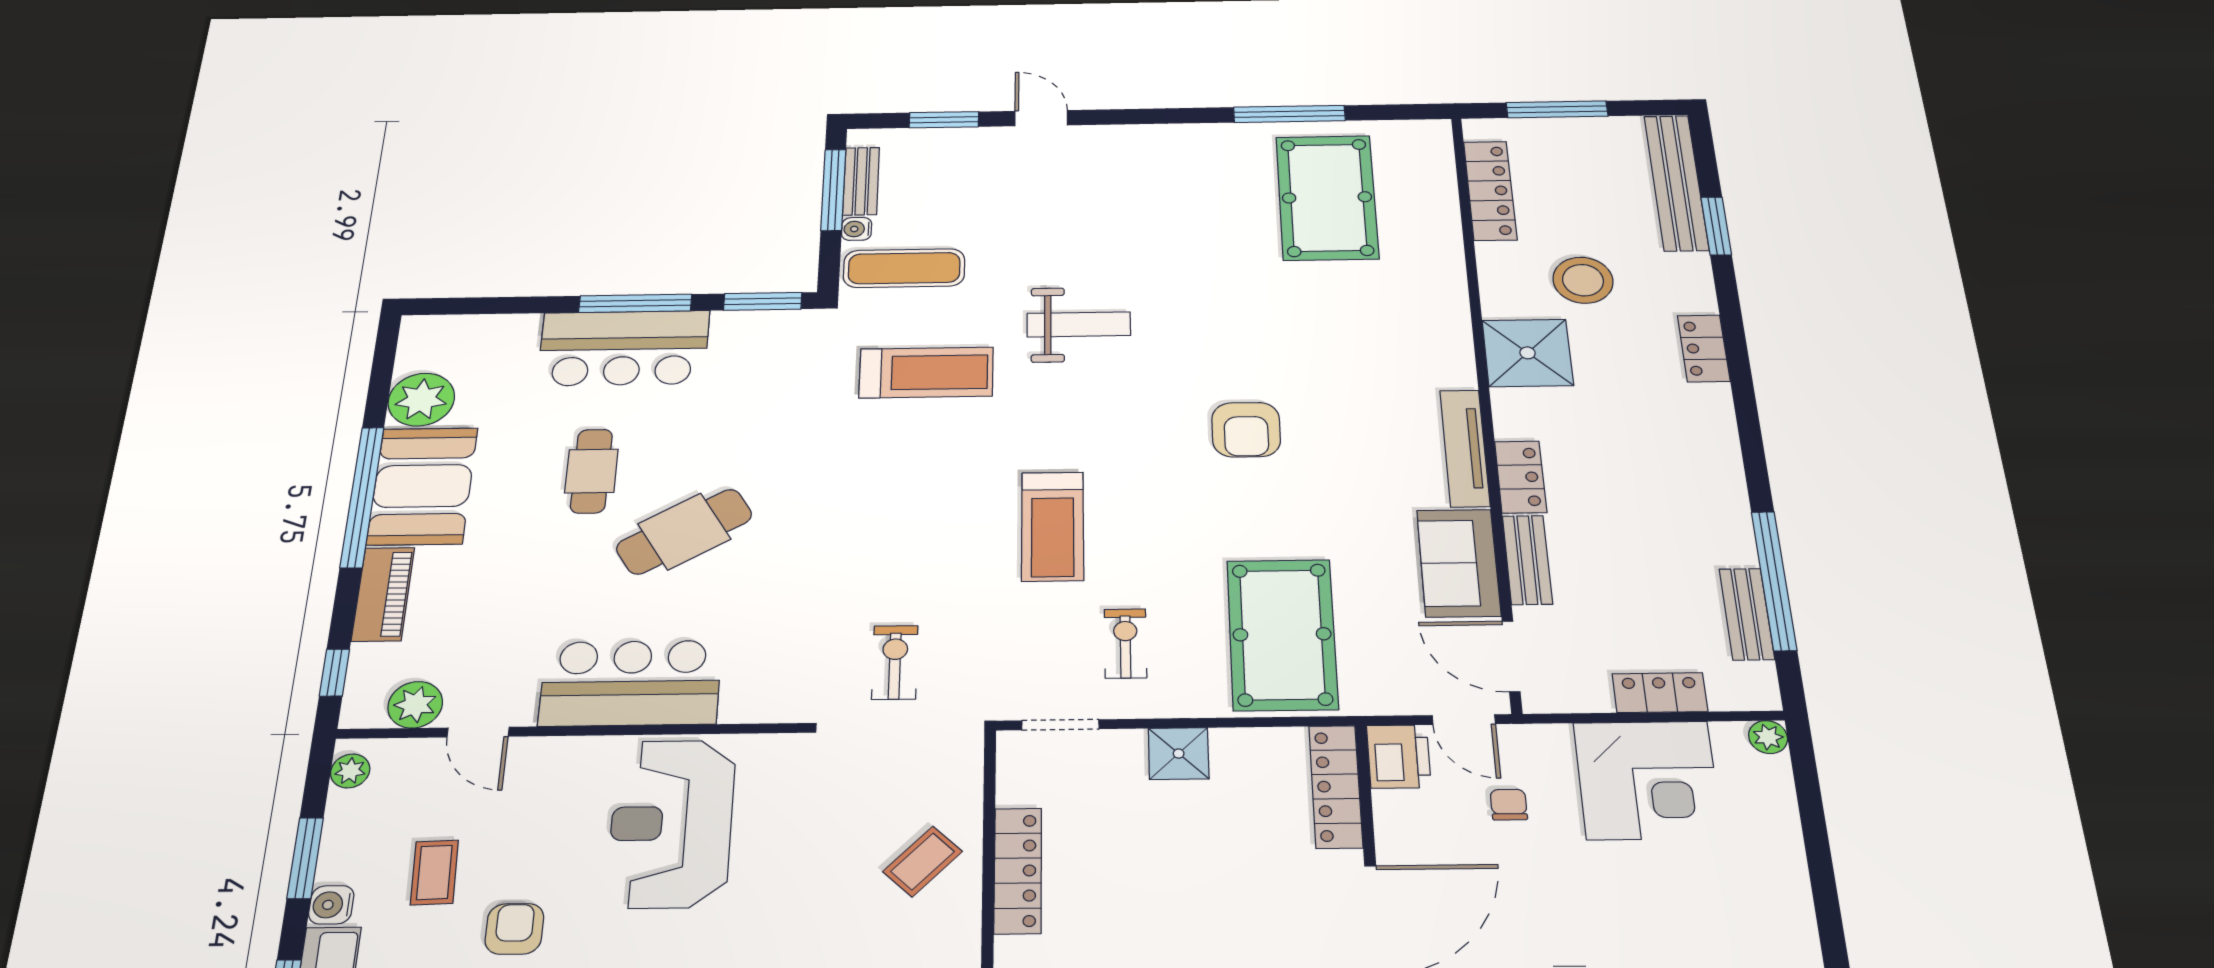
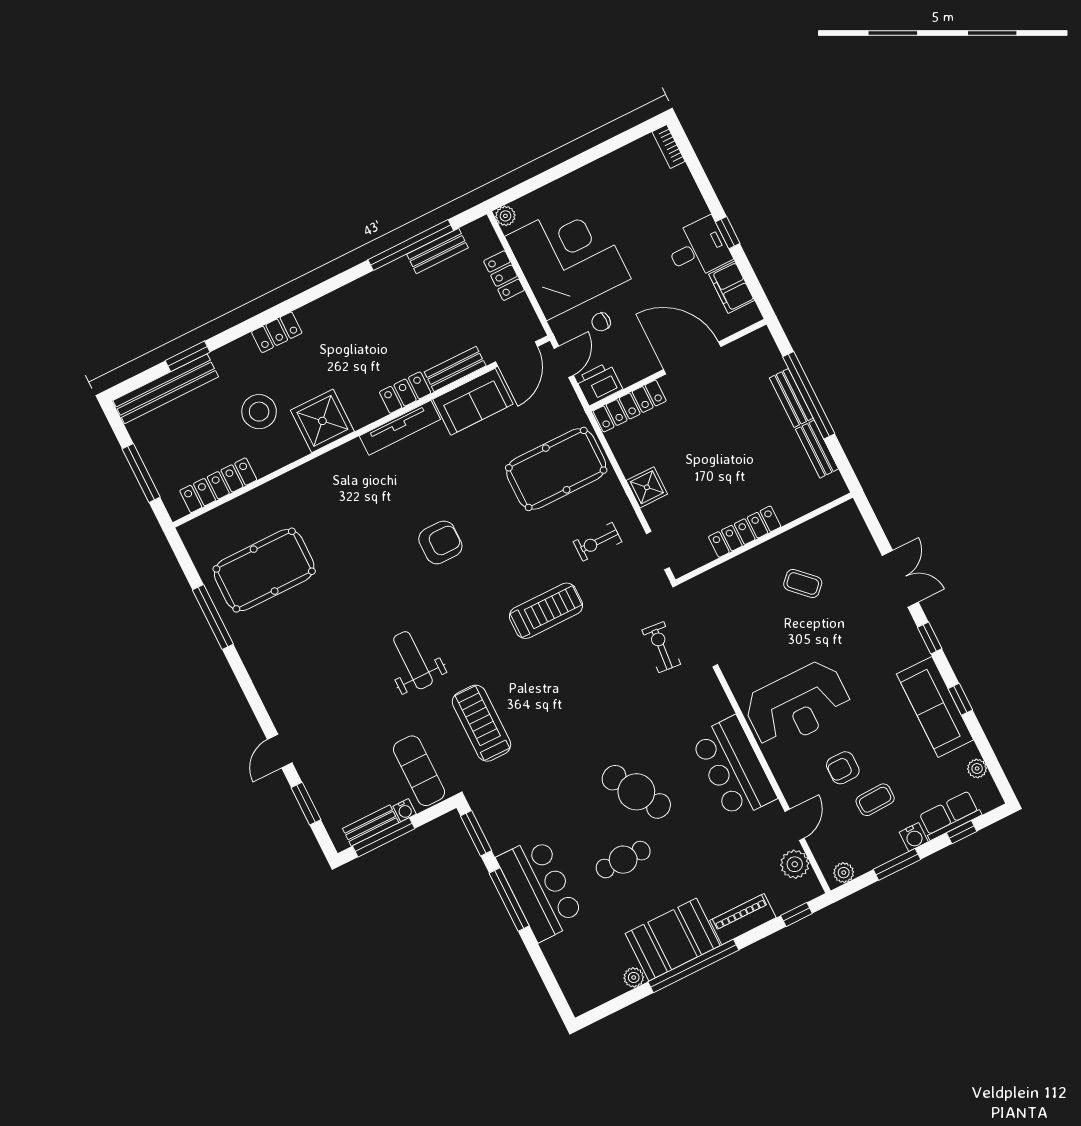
plant: (421, 400) -> (634, 977), width x0.53, depth x0.53
exercise bike: (895, 662) -> (661, 647), turned 95
corner desk: (1647, 780) -> (568, 258), width x1.36, depth x1.36
coffee table: (923, 862) -> (803, 583), moved
armchair: (514, 929) -> (843, 768), moved

